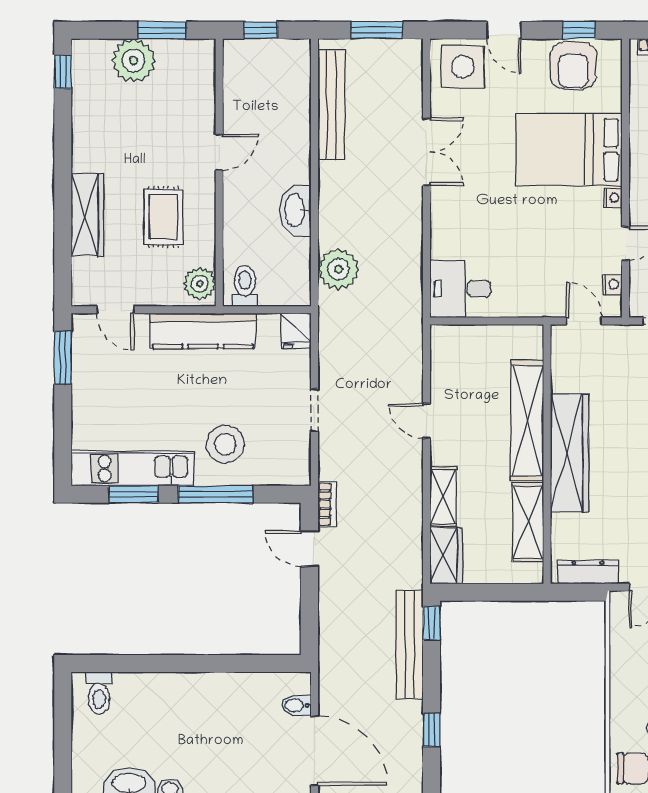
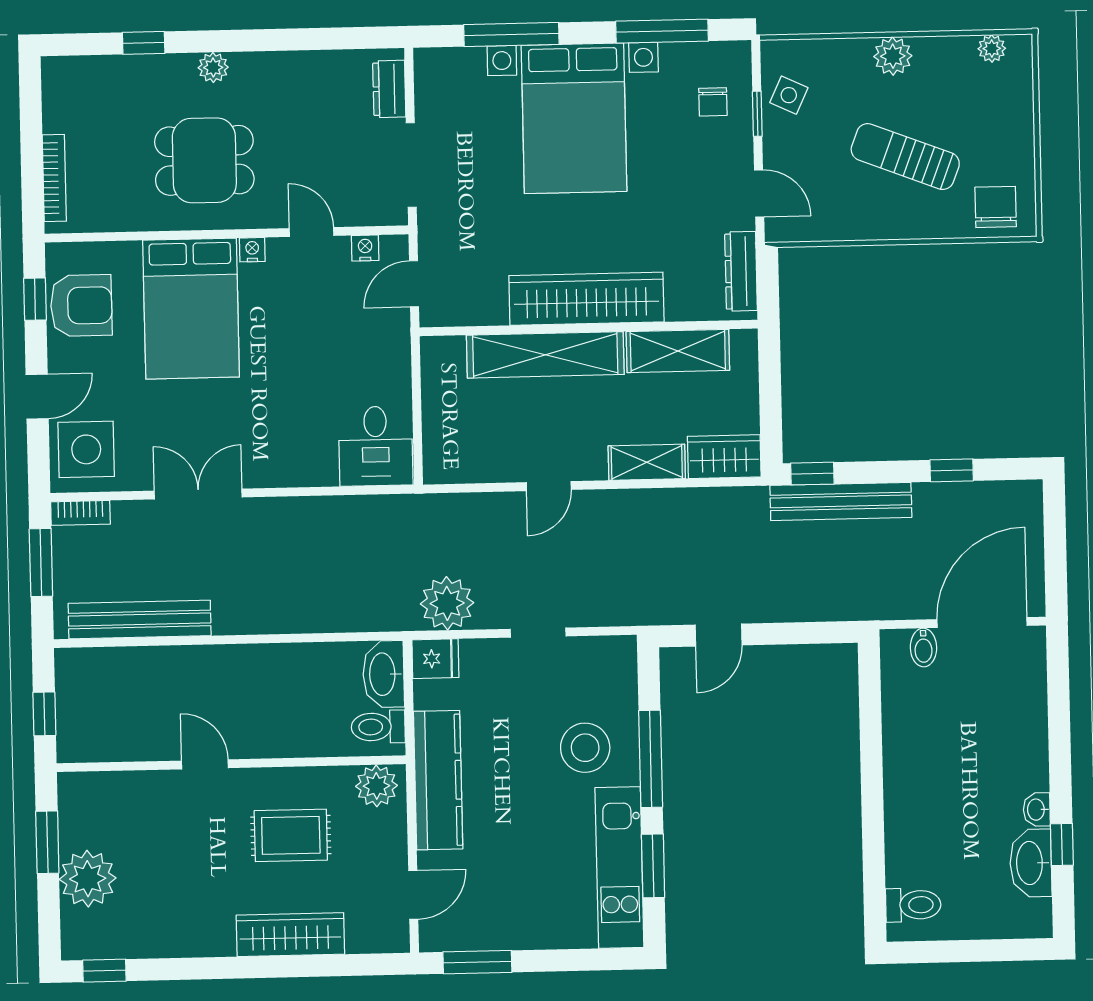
washbasin: (295, 210) -> (384, 674), moved, turned 90
plant: (338, 269) -> (447, 603), moved
bookcase: (327, 504) -> (80, 513), moved, turned 180

